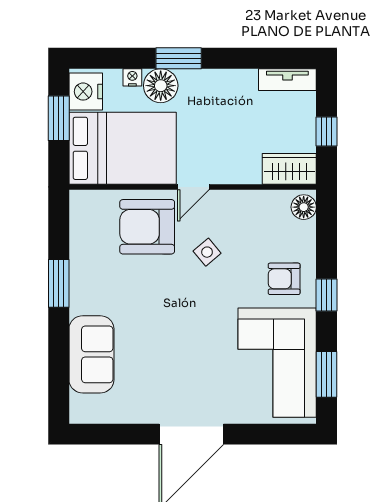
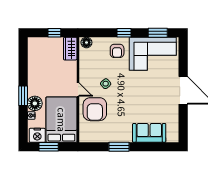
tv unit: (287, 80) -> (32, 49), removed

